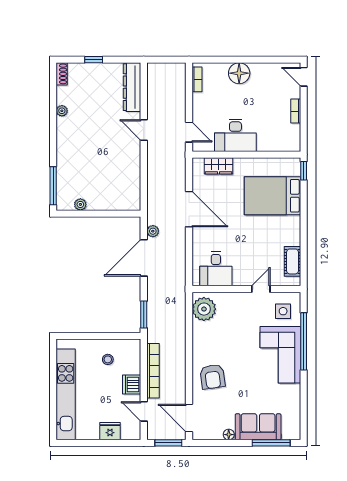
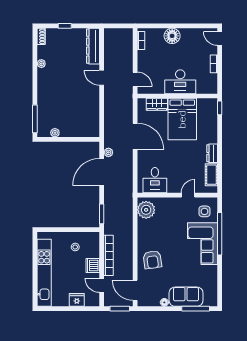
desk: (235, 135) -> (180, 82), moved
bed: (273, 196) -> (182, 119), moved, turned -90
dresser: (294, 232) -> (212, 153), added

